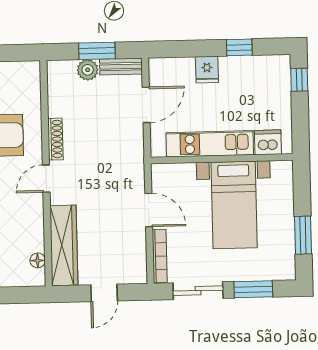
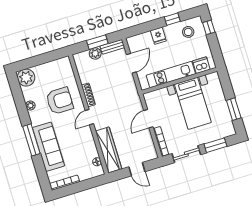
stool: (261, 78) -> (188, 32), added
door: (149, 210) -> (148, 119), swing flipped
door: (104, 293) -> (137, 169), hinge flipped

